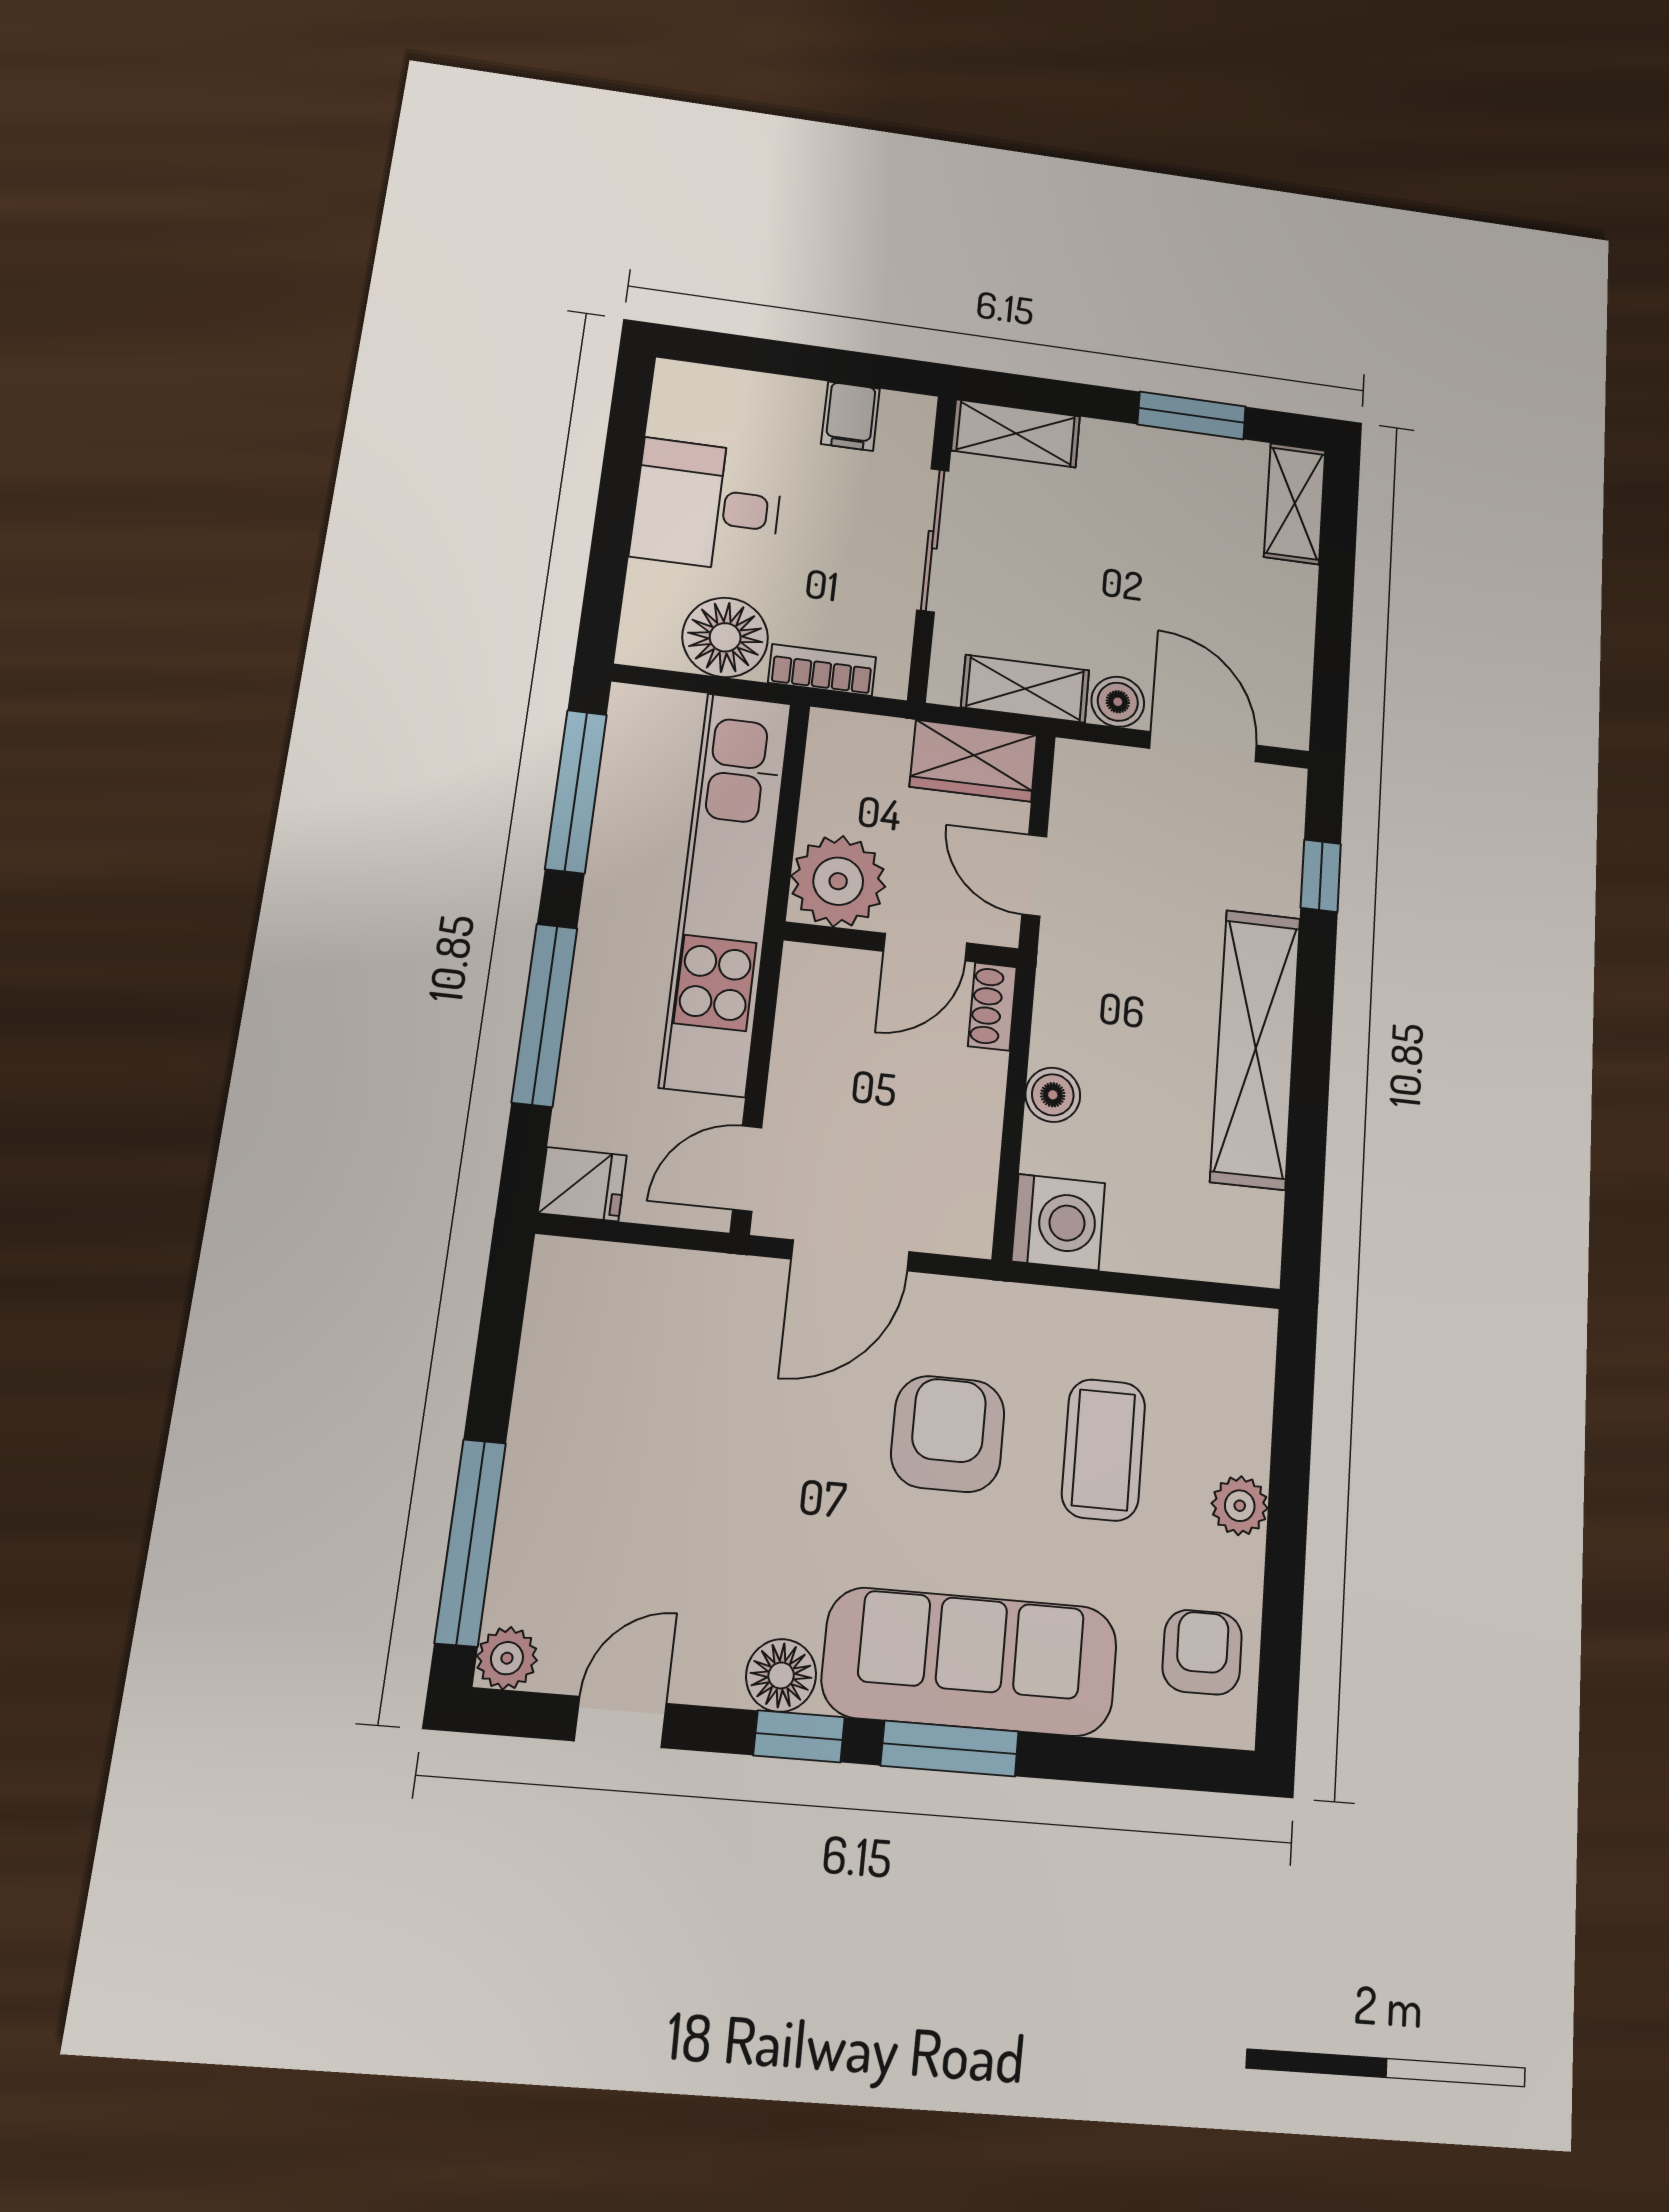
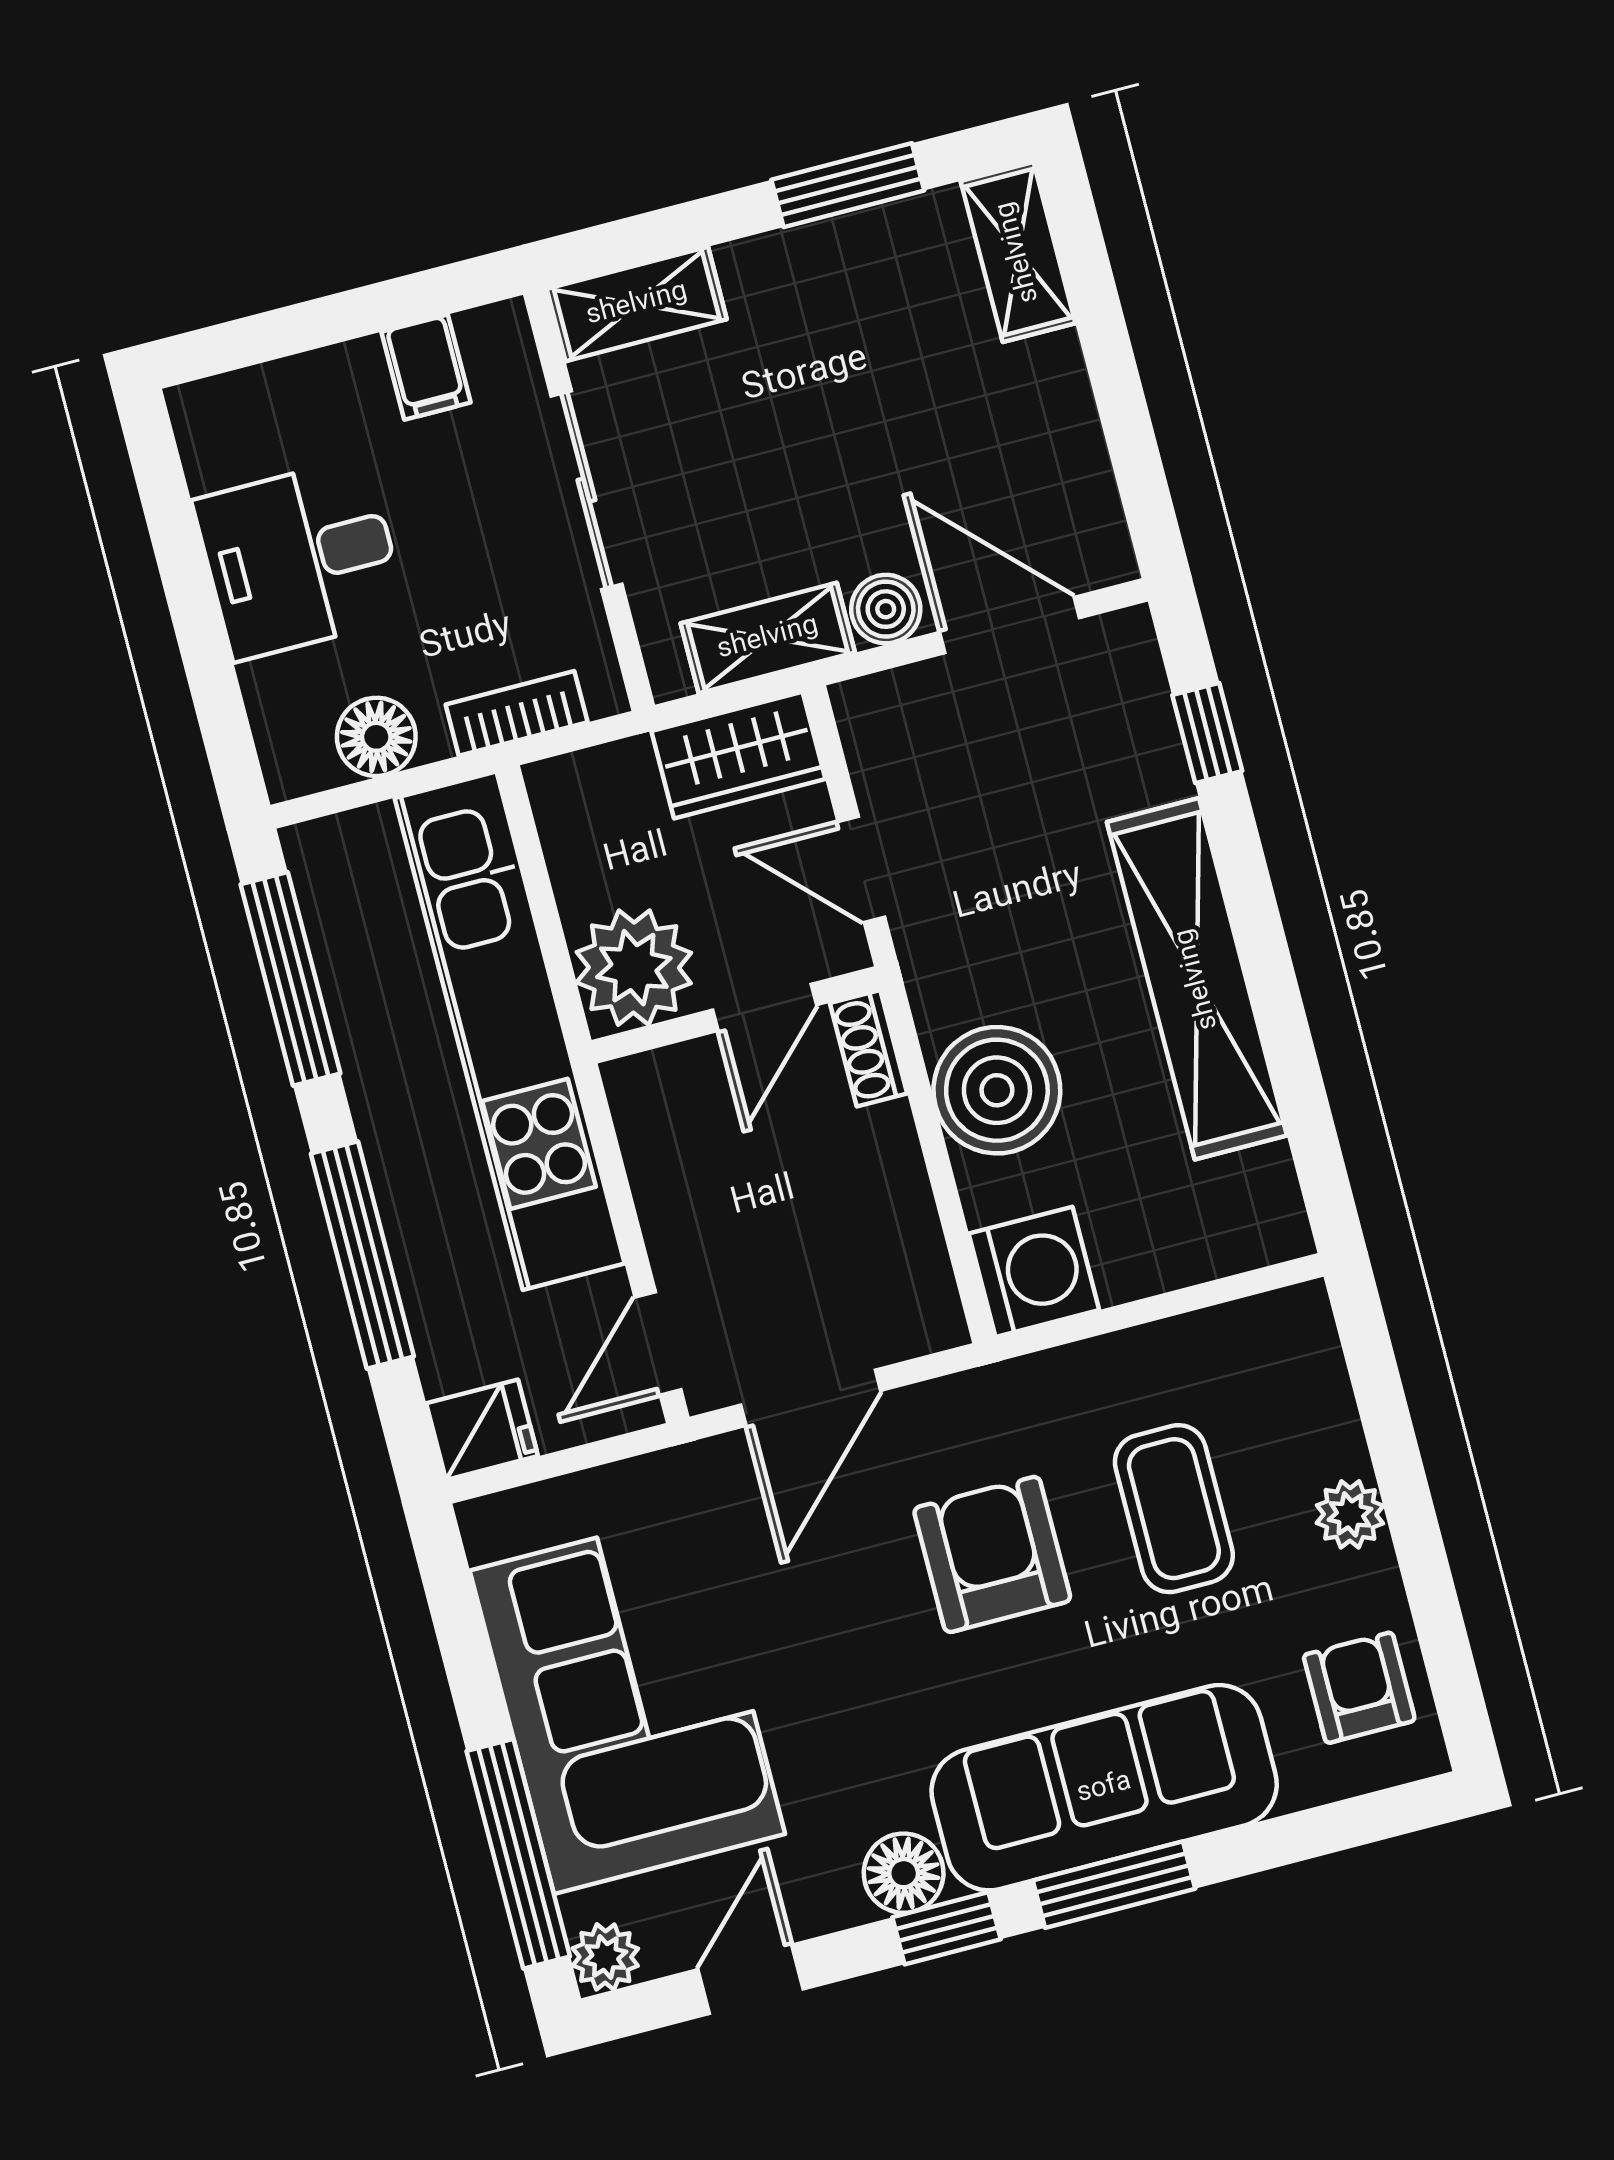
floor lamp: (725, 637) -> (376, 737), width x0.73, depth x0.73
boiler: (1053, 1095) -> (997, 1090), width x1.86, depth x1.86
corner sofa: (611, 1447) -> (627, 1702), added

